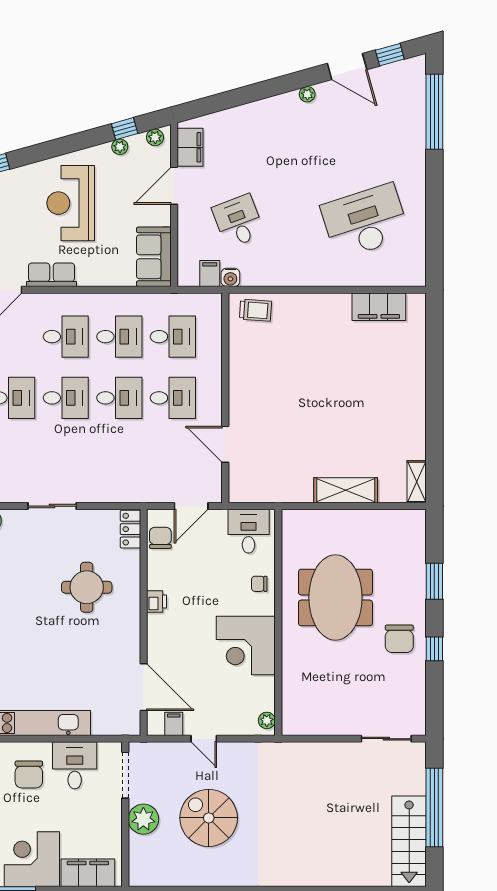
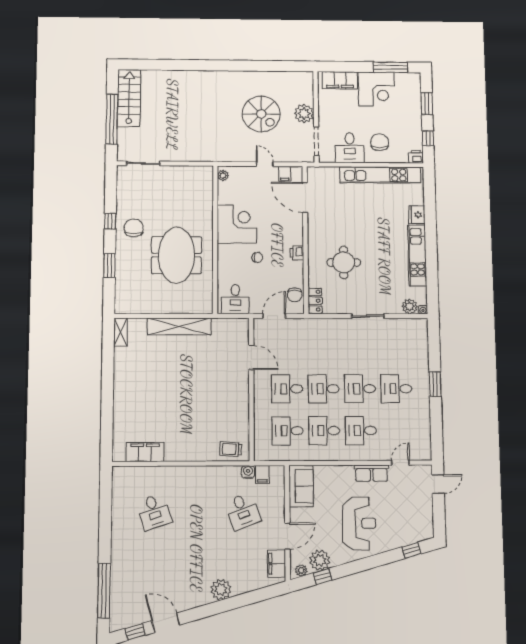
plant: (307, 94) -> (221, 589), moved, width x1.88, depth x1.88
plant: (120, 147) -> (320, 560), width x1.88, depth x1.88
desk: (365, 221) -> (154, 512), width x0.53, depth x0.77
shelving: (346, 490) -> (179, 326), width x1.47
chair: (259, 584) -> (257, 257), moved

